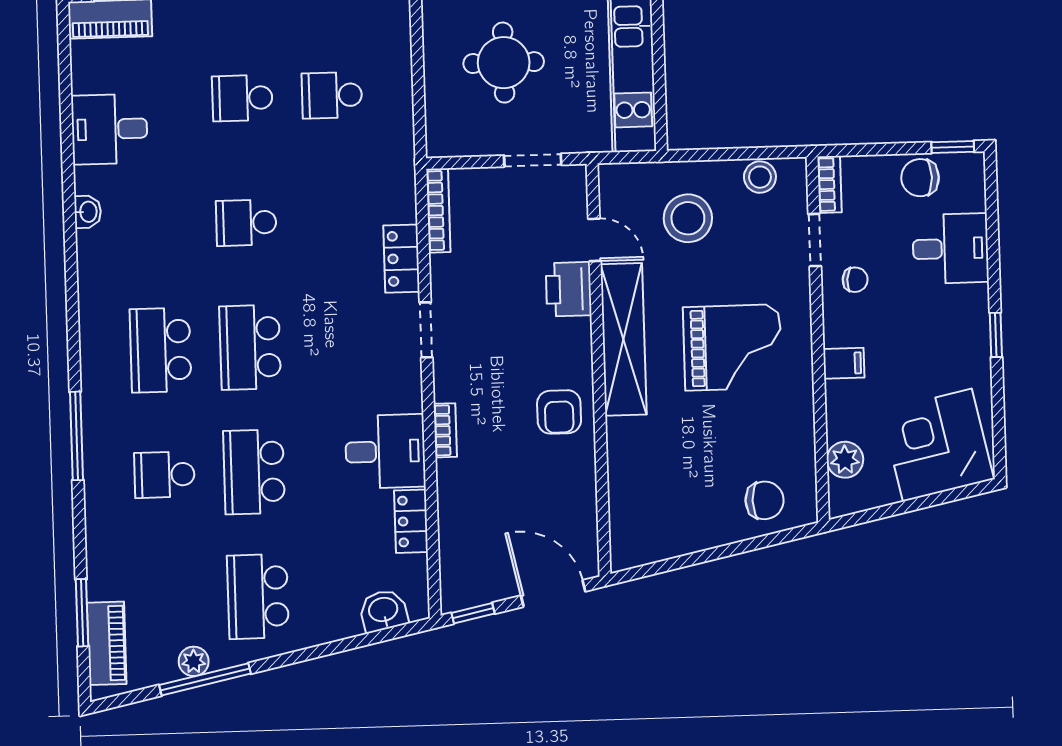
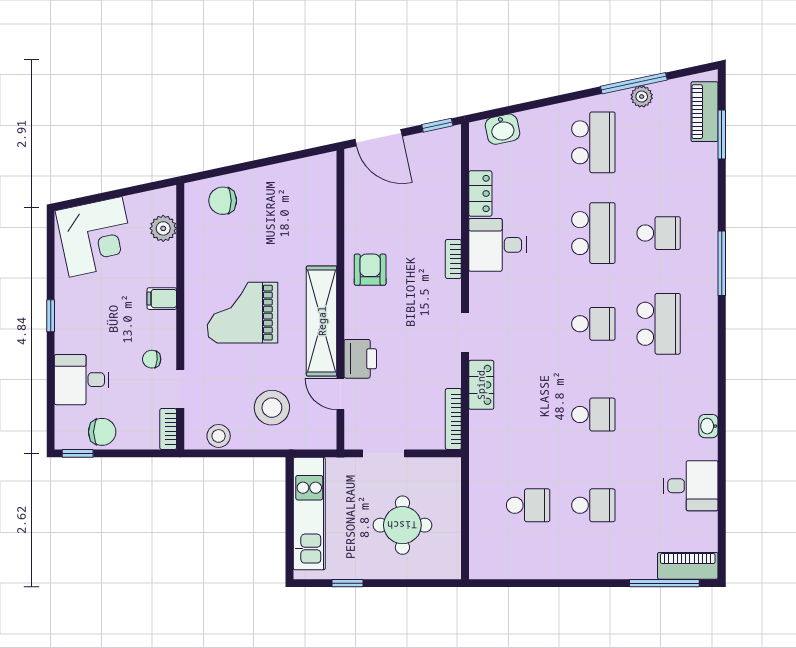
school desk: (250, 347) -> (593, 324), width x0.54

